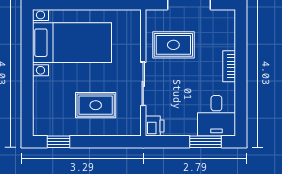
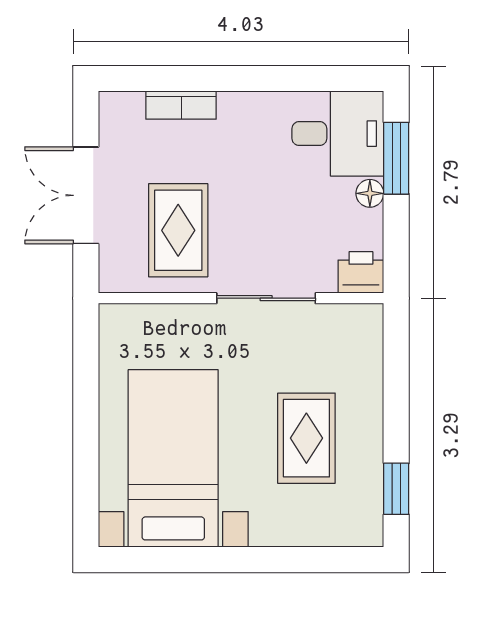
bookcase: (229, 66) -> (181, 105), moved
rug: (96, 105) -> (306, 438), moved
floor lamp: (190, 130) -> (370, 193), added

